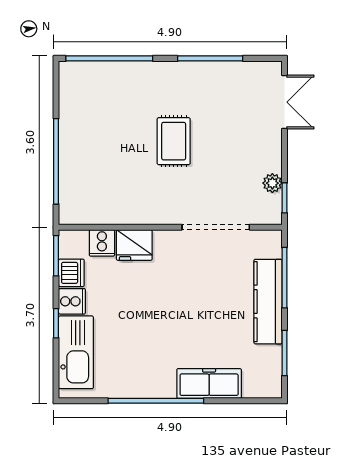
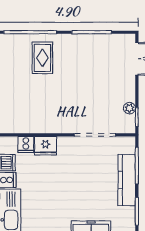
rug: (174, 141) -> (42, 58), moved

